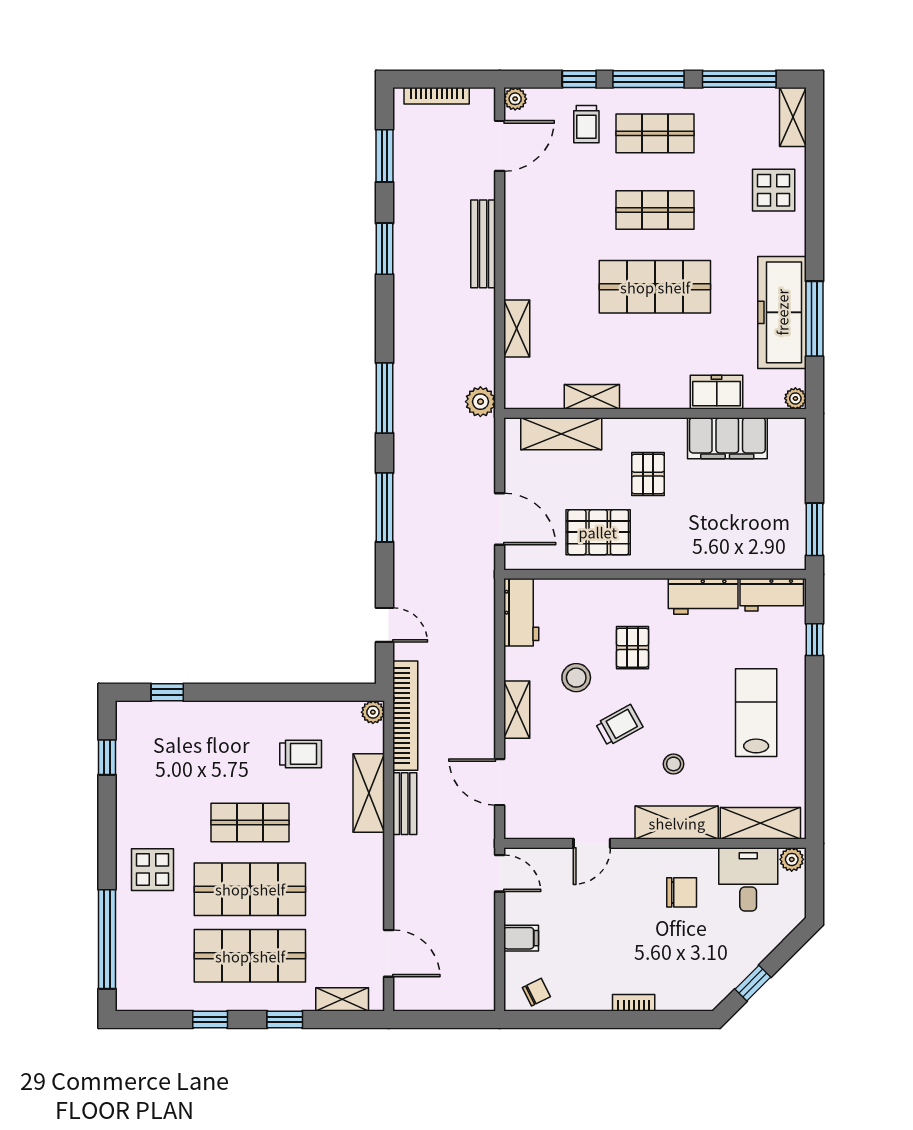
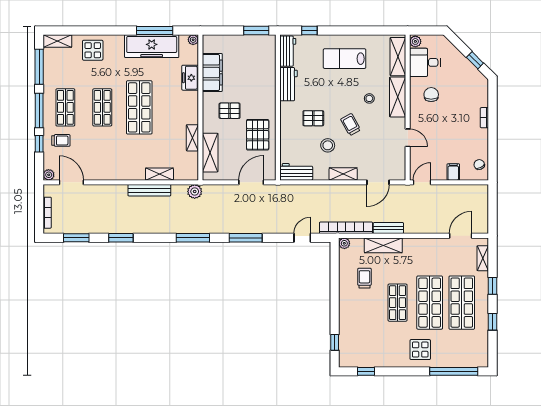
bench: (483, 244) -> (149, 190), moved

